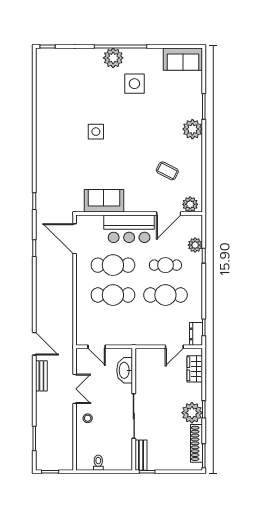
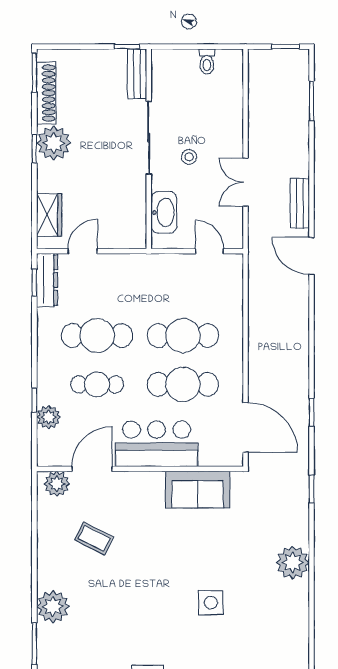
plant: (46, 156) -> (293, 562), added
dresser: (196, 334) -> (47, 280), width x1.44
stool: (88, 418) -> (189, 157), moved

